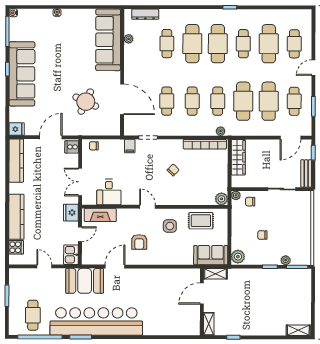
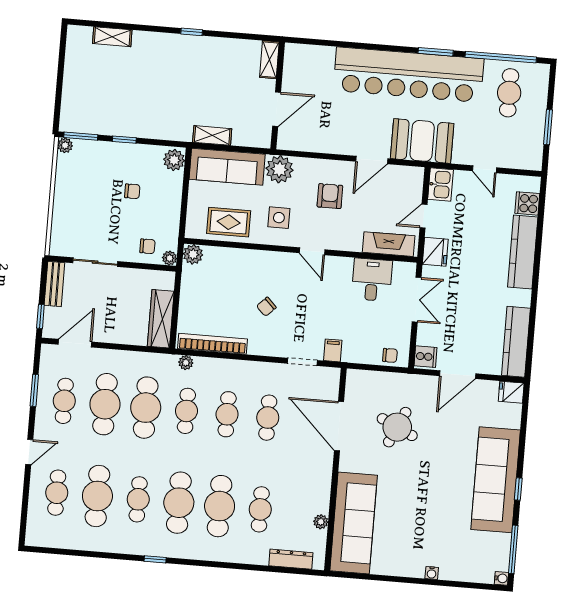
sofa: (211, 255) -> (227, 167), width x1.36
plant: (172, 256) -> (279, 169), added
plant: (286, 260) -> (65, 145), moved
door: (202, 293) -> (277, 109), moved
wall: (202, 302) -> (278, 96), moved
shelving: (209, 324) -> (269, 60), moved
shelving: (298, 330) -> (112, 37), moved

